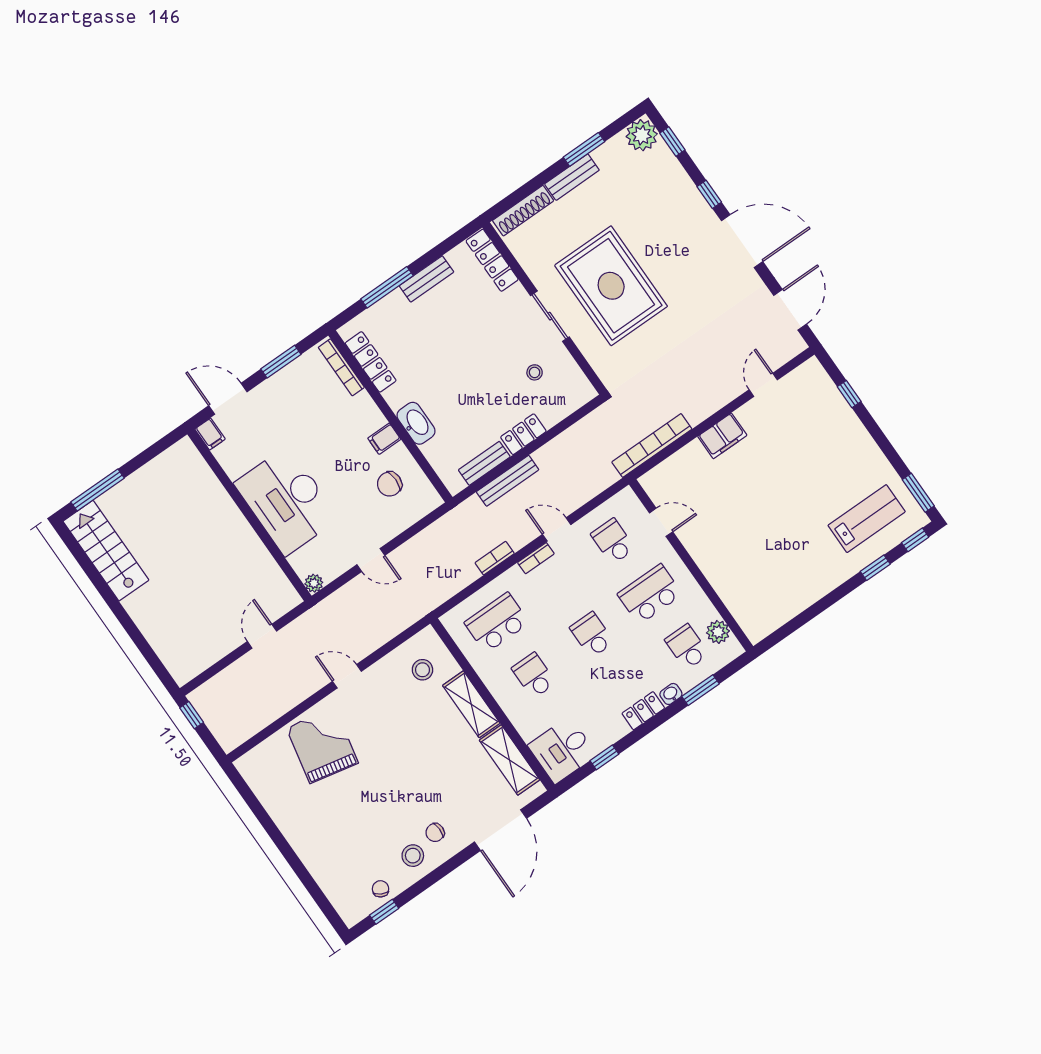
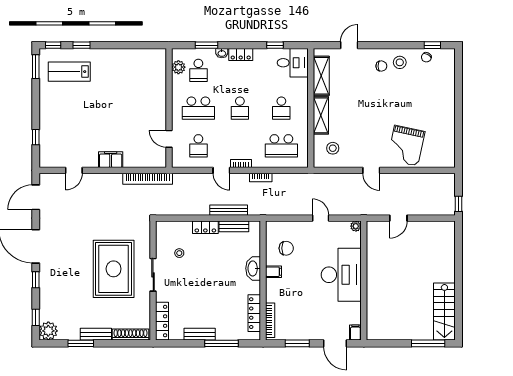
door: (500, 830) -> (349, 45), width x0.53

